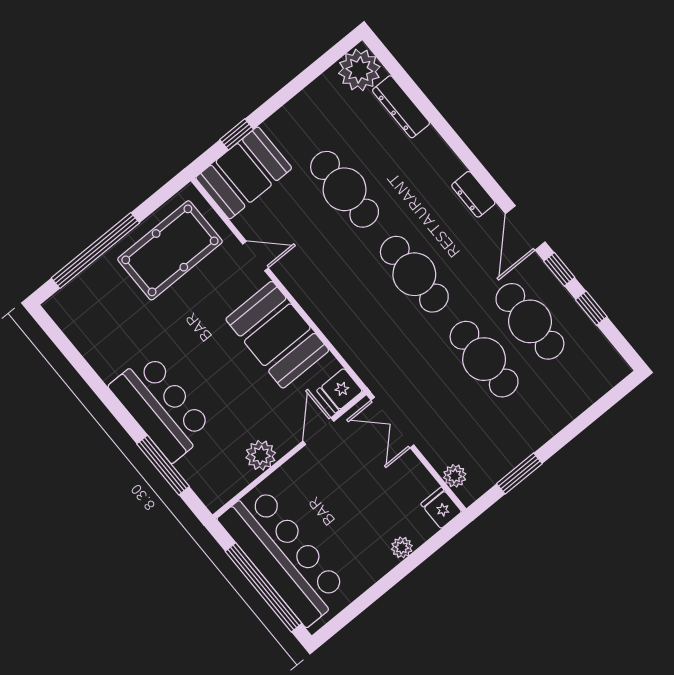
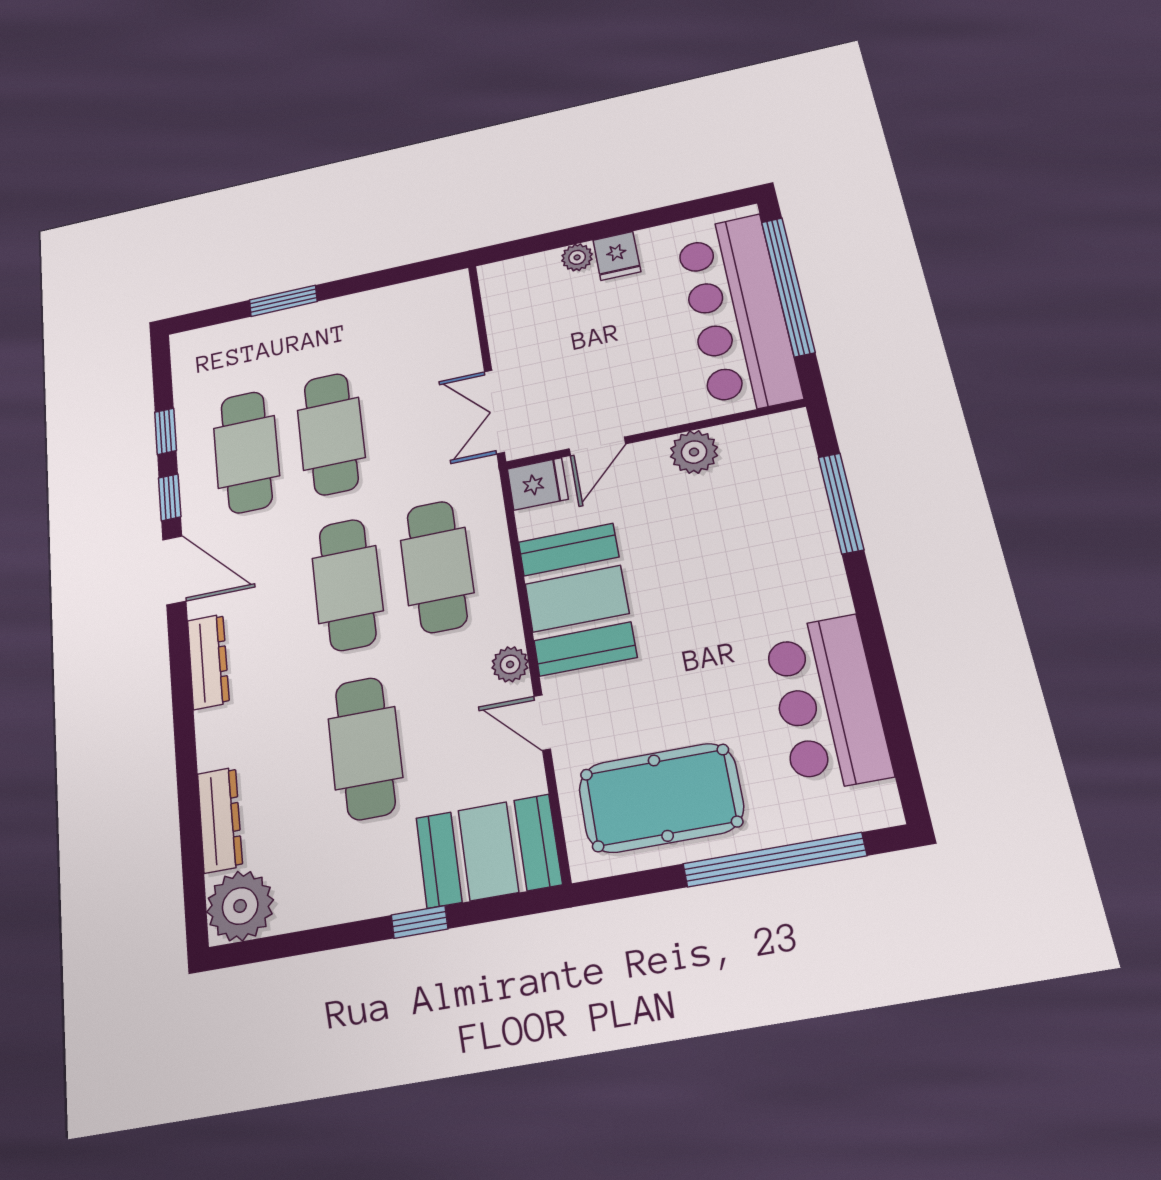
window: (237, 134) -> (419, 922), moved
dresser: (473, 194) -> (208, 662), width x1.44
door: (525, 228) -> (174, 570), hinge flipped
cafe table: (368, 312) -> (437, 566), added
bar counter: (161, 407) -> (827, 703), moved
double door: (392, 422) -> (494, 412), swing flipped
window: (519, 474) -> (283, 301), moved
plant: (455, 476) -> (510, 664), moved
fridge: (441, 508) -> (617, 256), moved

